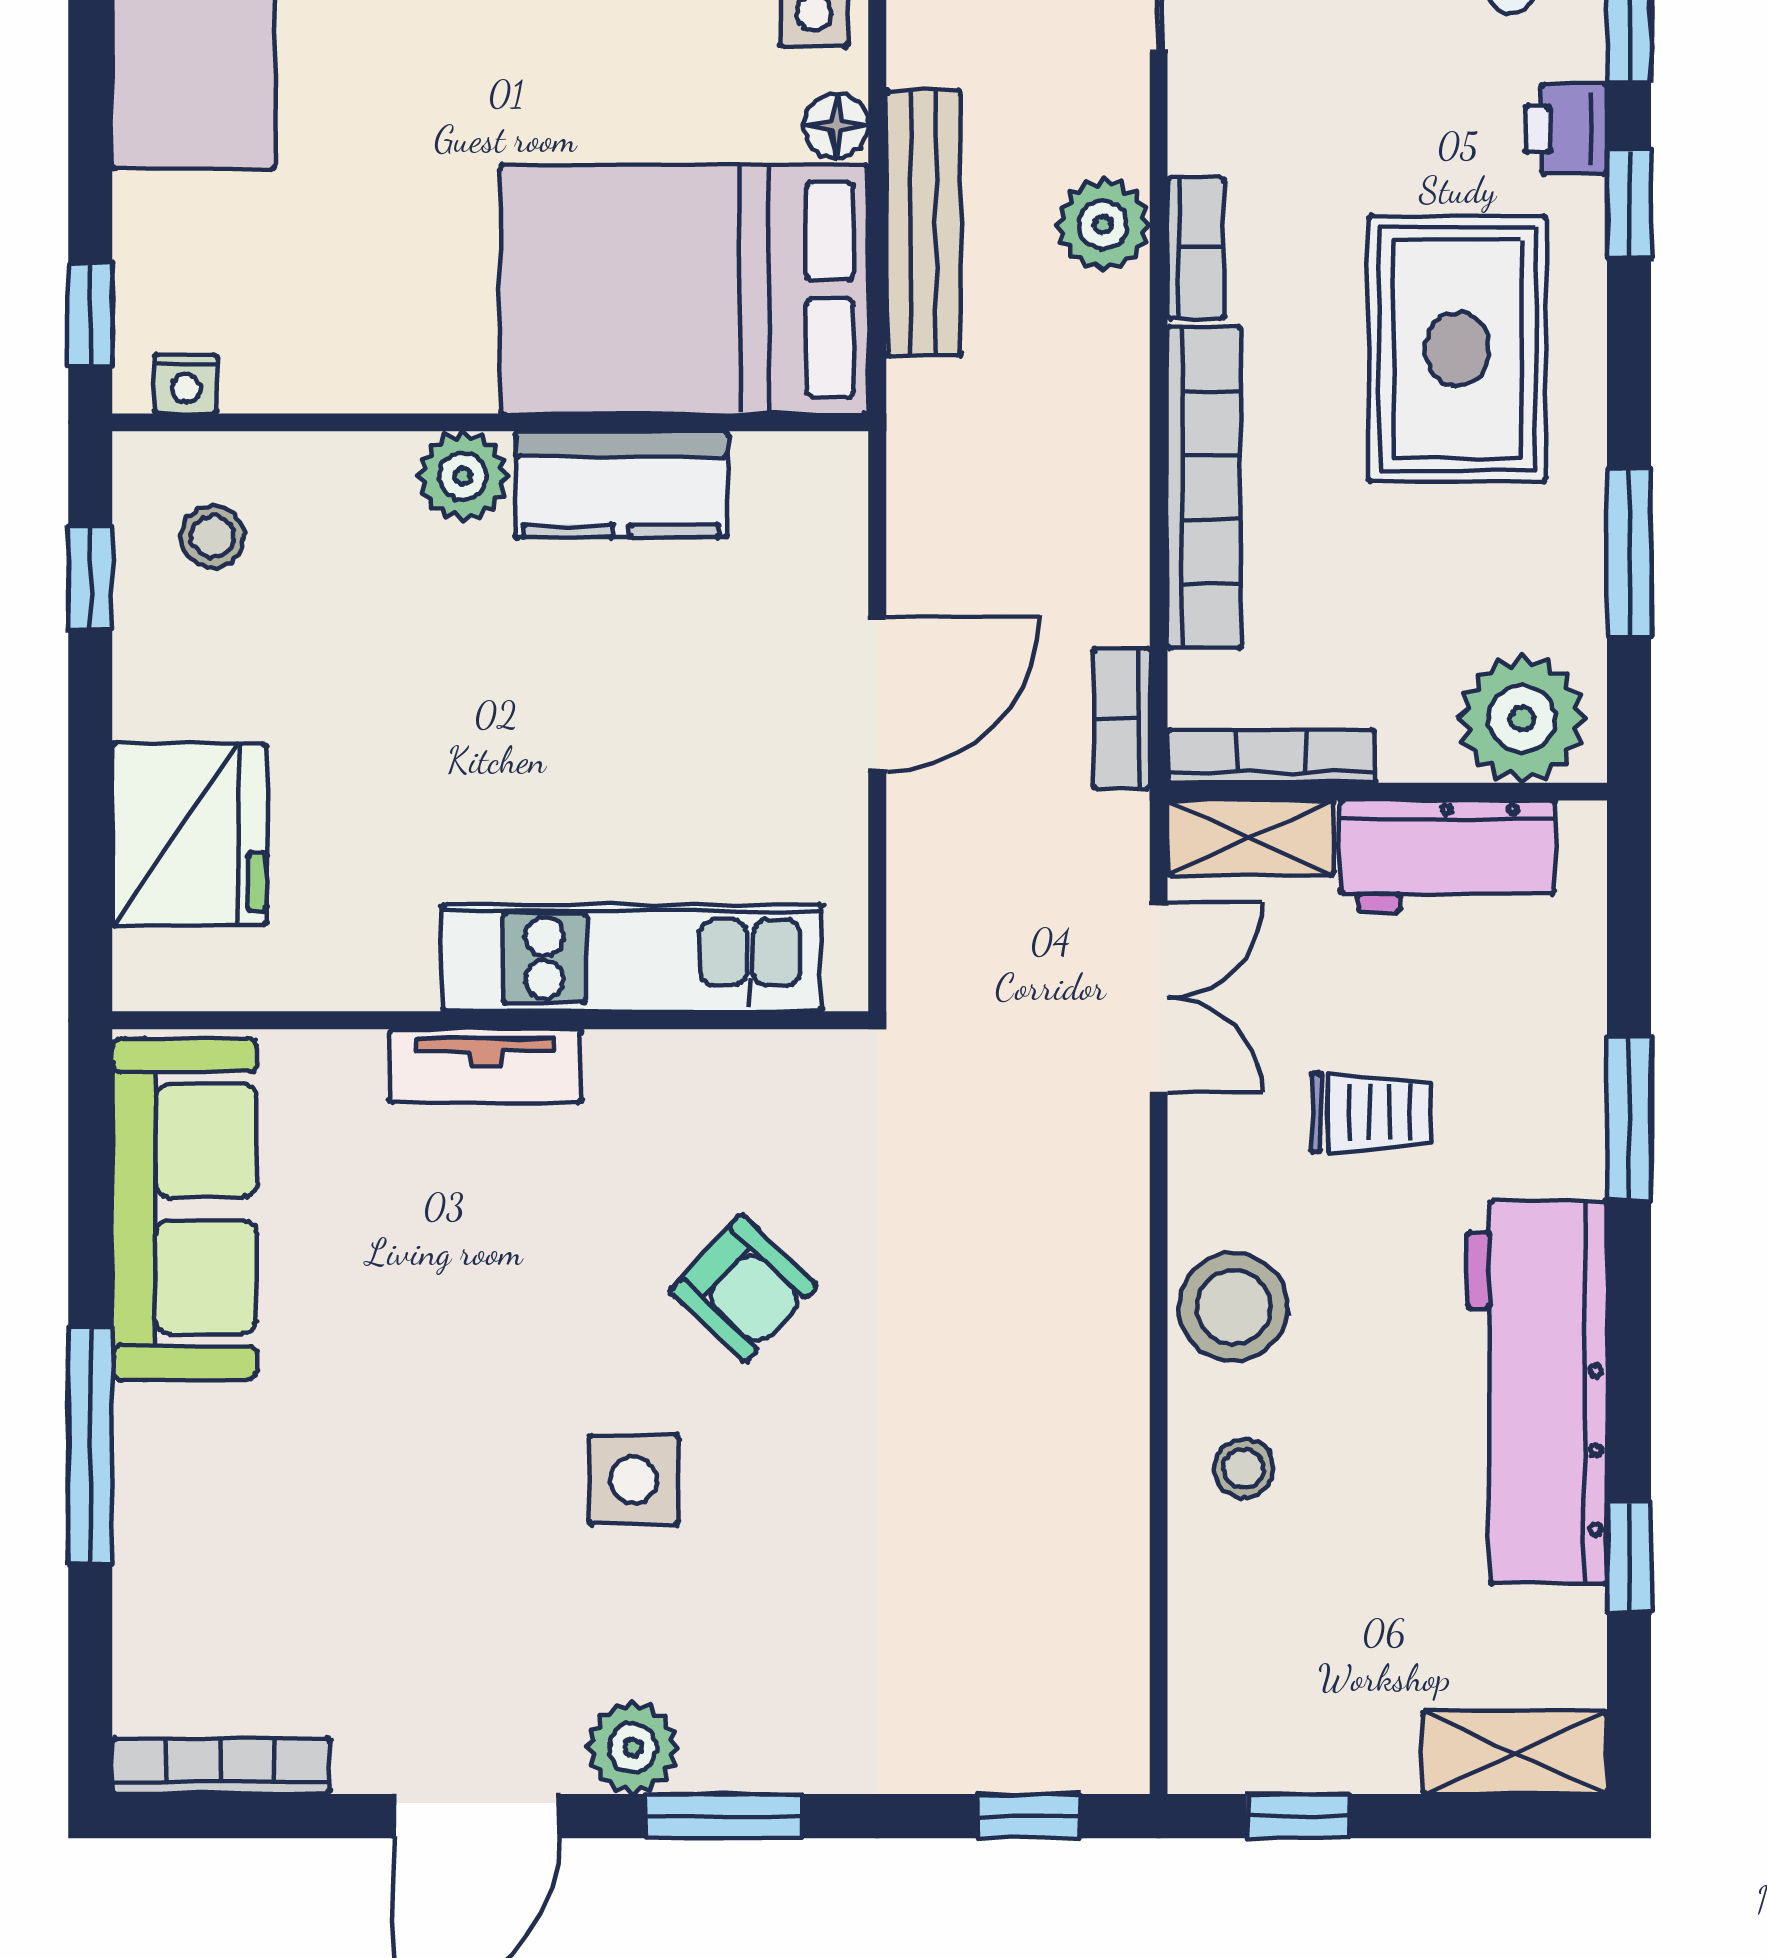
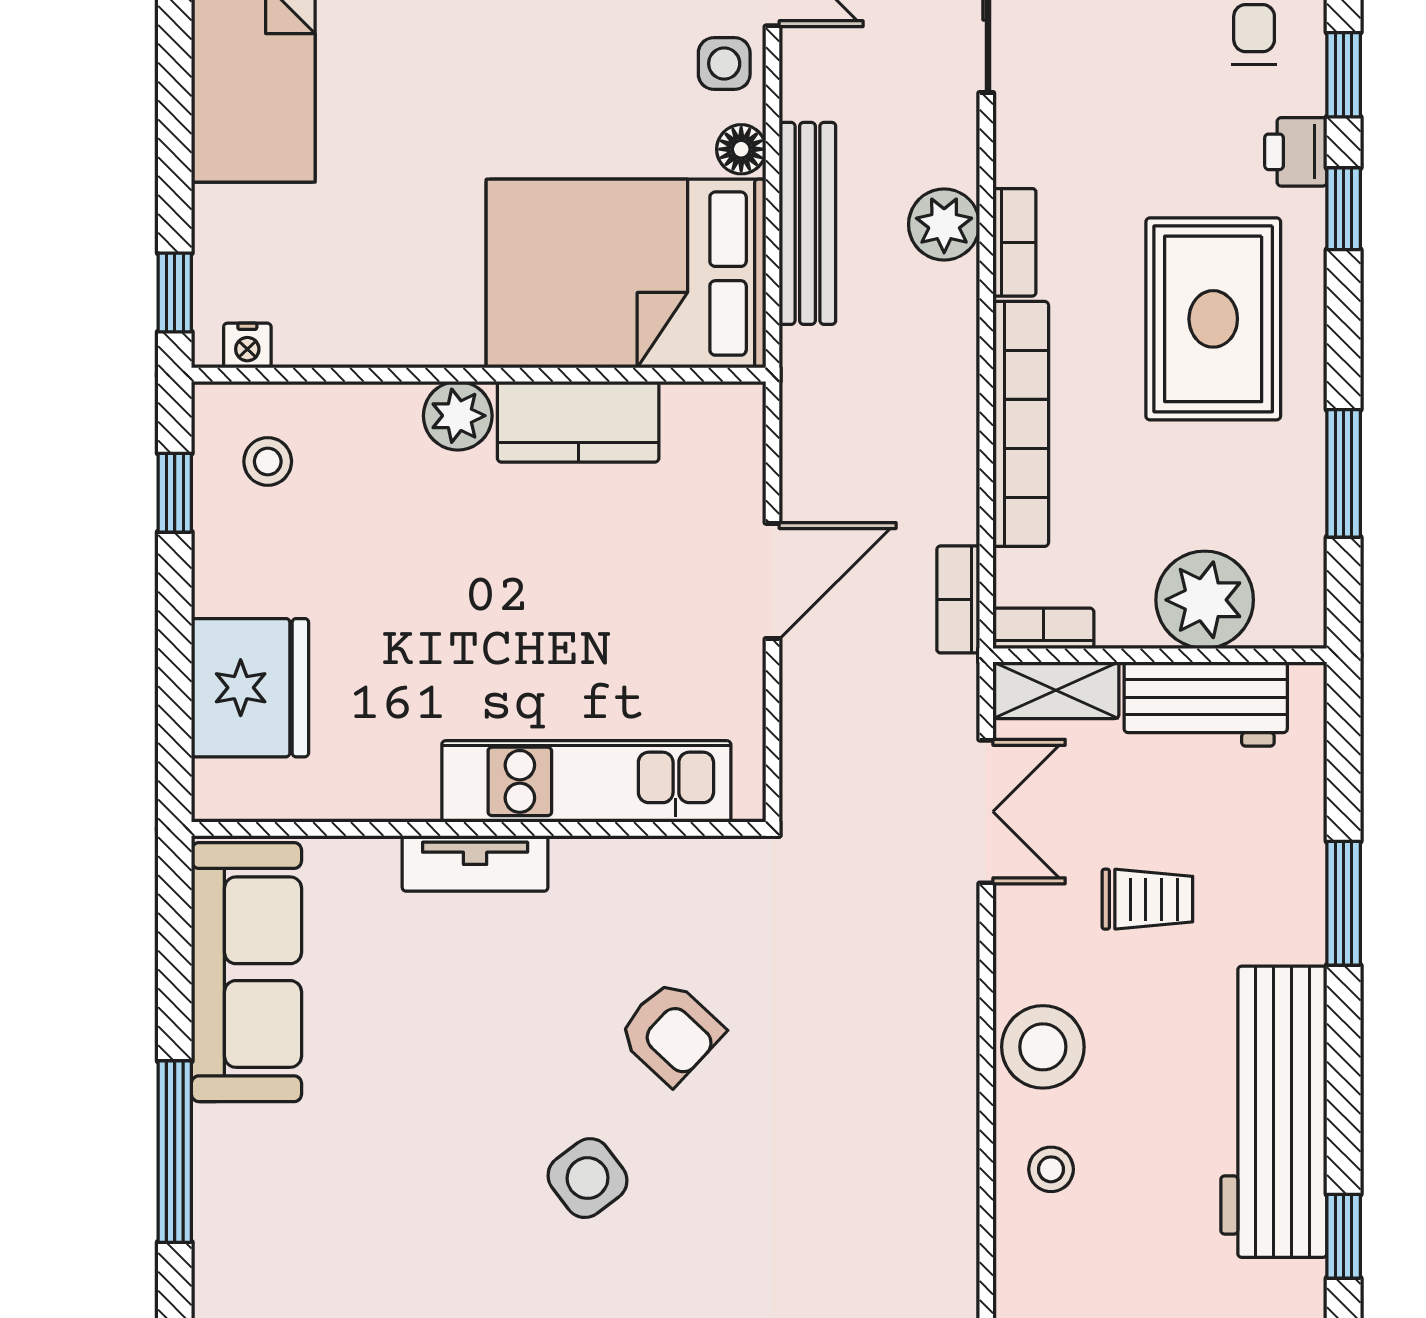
plant: (1522, 719) -> (1205, 600), moved
bookcase: (1271, 756) -> (1043, 628), width x0.64
side table: (634, 1480) -> (588, 1178), turned -37

